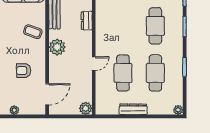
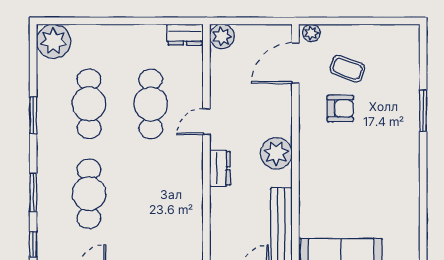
dresser: (87, 21) -> (220, 168), moved
coffee table: (33, 32) -> (347, 69), moved
dresser: (133, 109) -> (185, 35), moved, width x0.70
plant: (14, 110) -> (311, 33), moved
plant: (178, 110) -> (54, 41), width x1.87, depth x1.87

